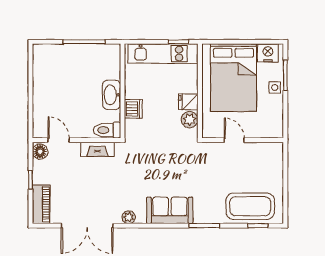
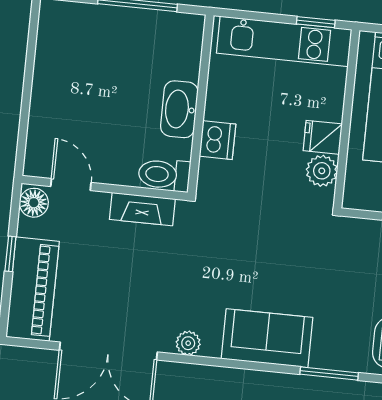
piano: (41, 204) -> (32, 289), width x1.37, depth x1.33

